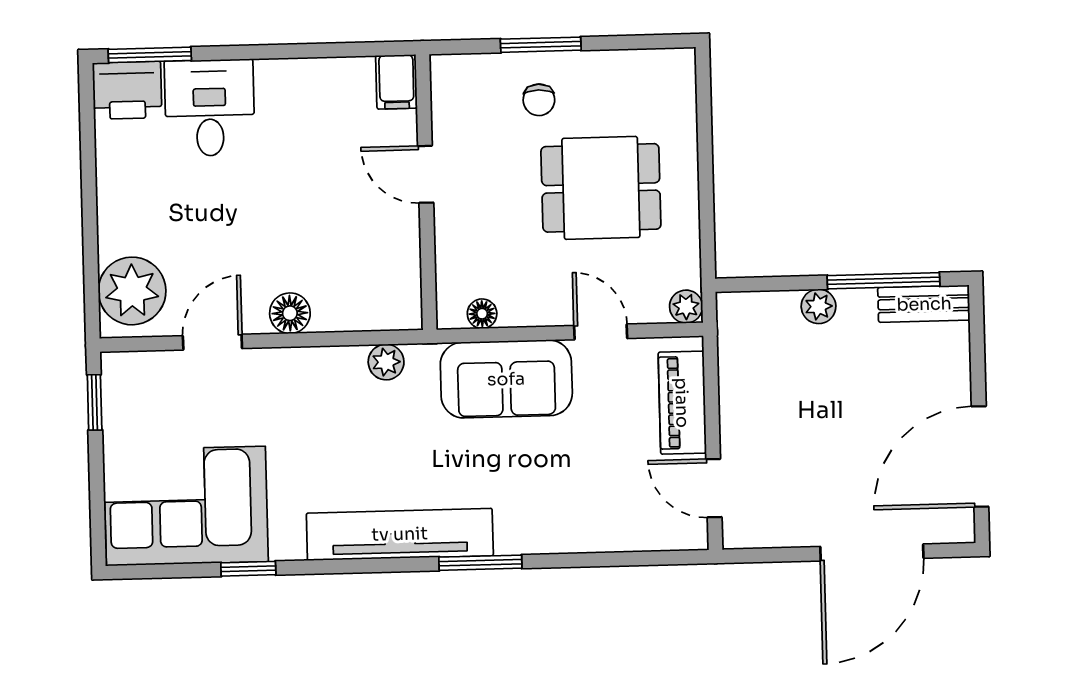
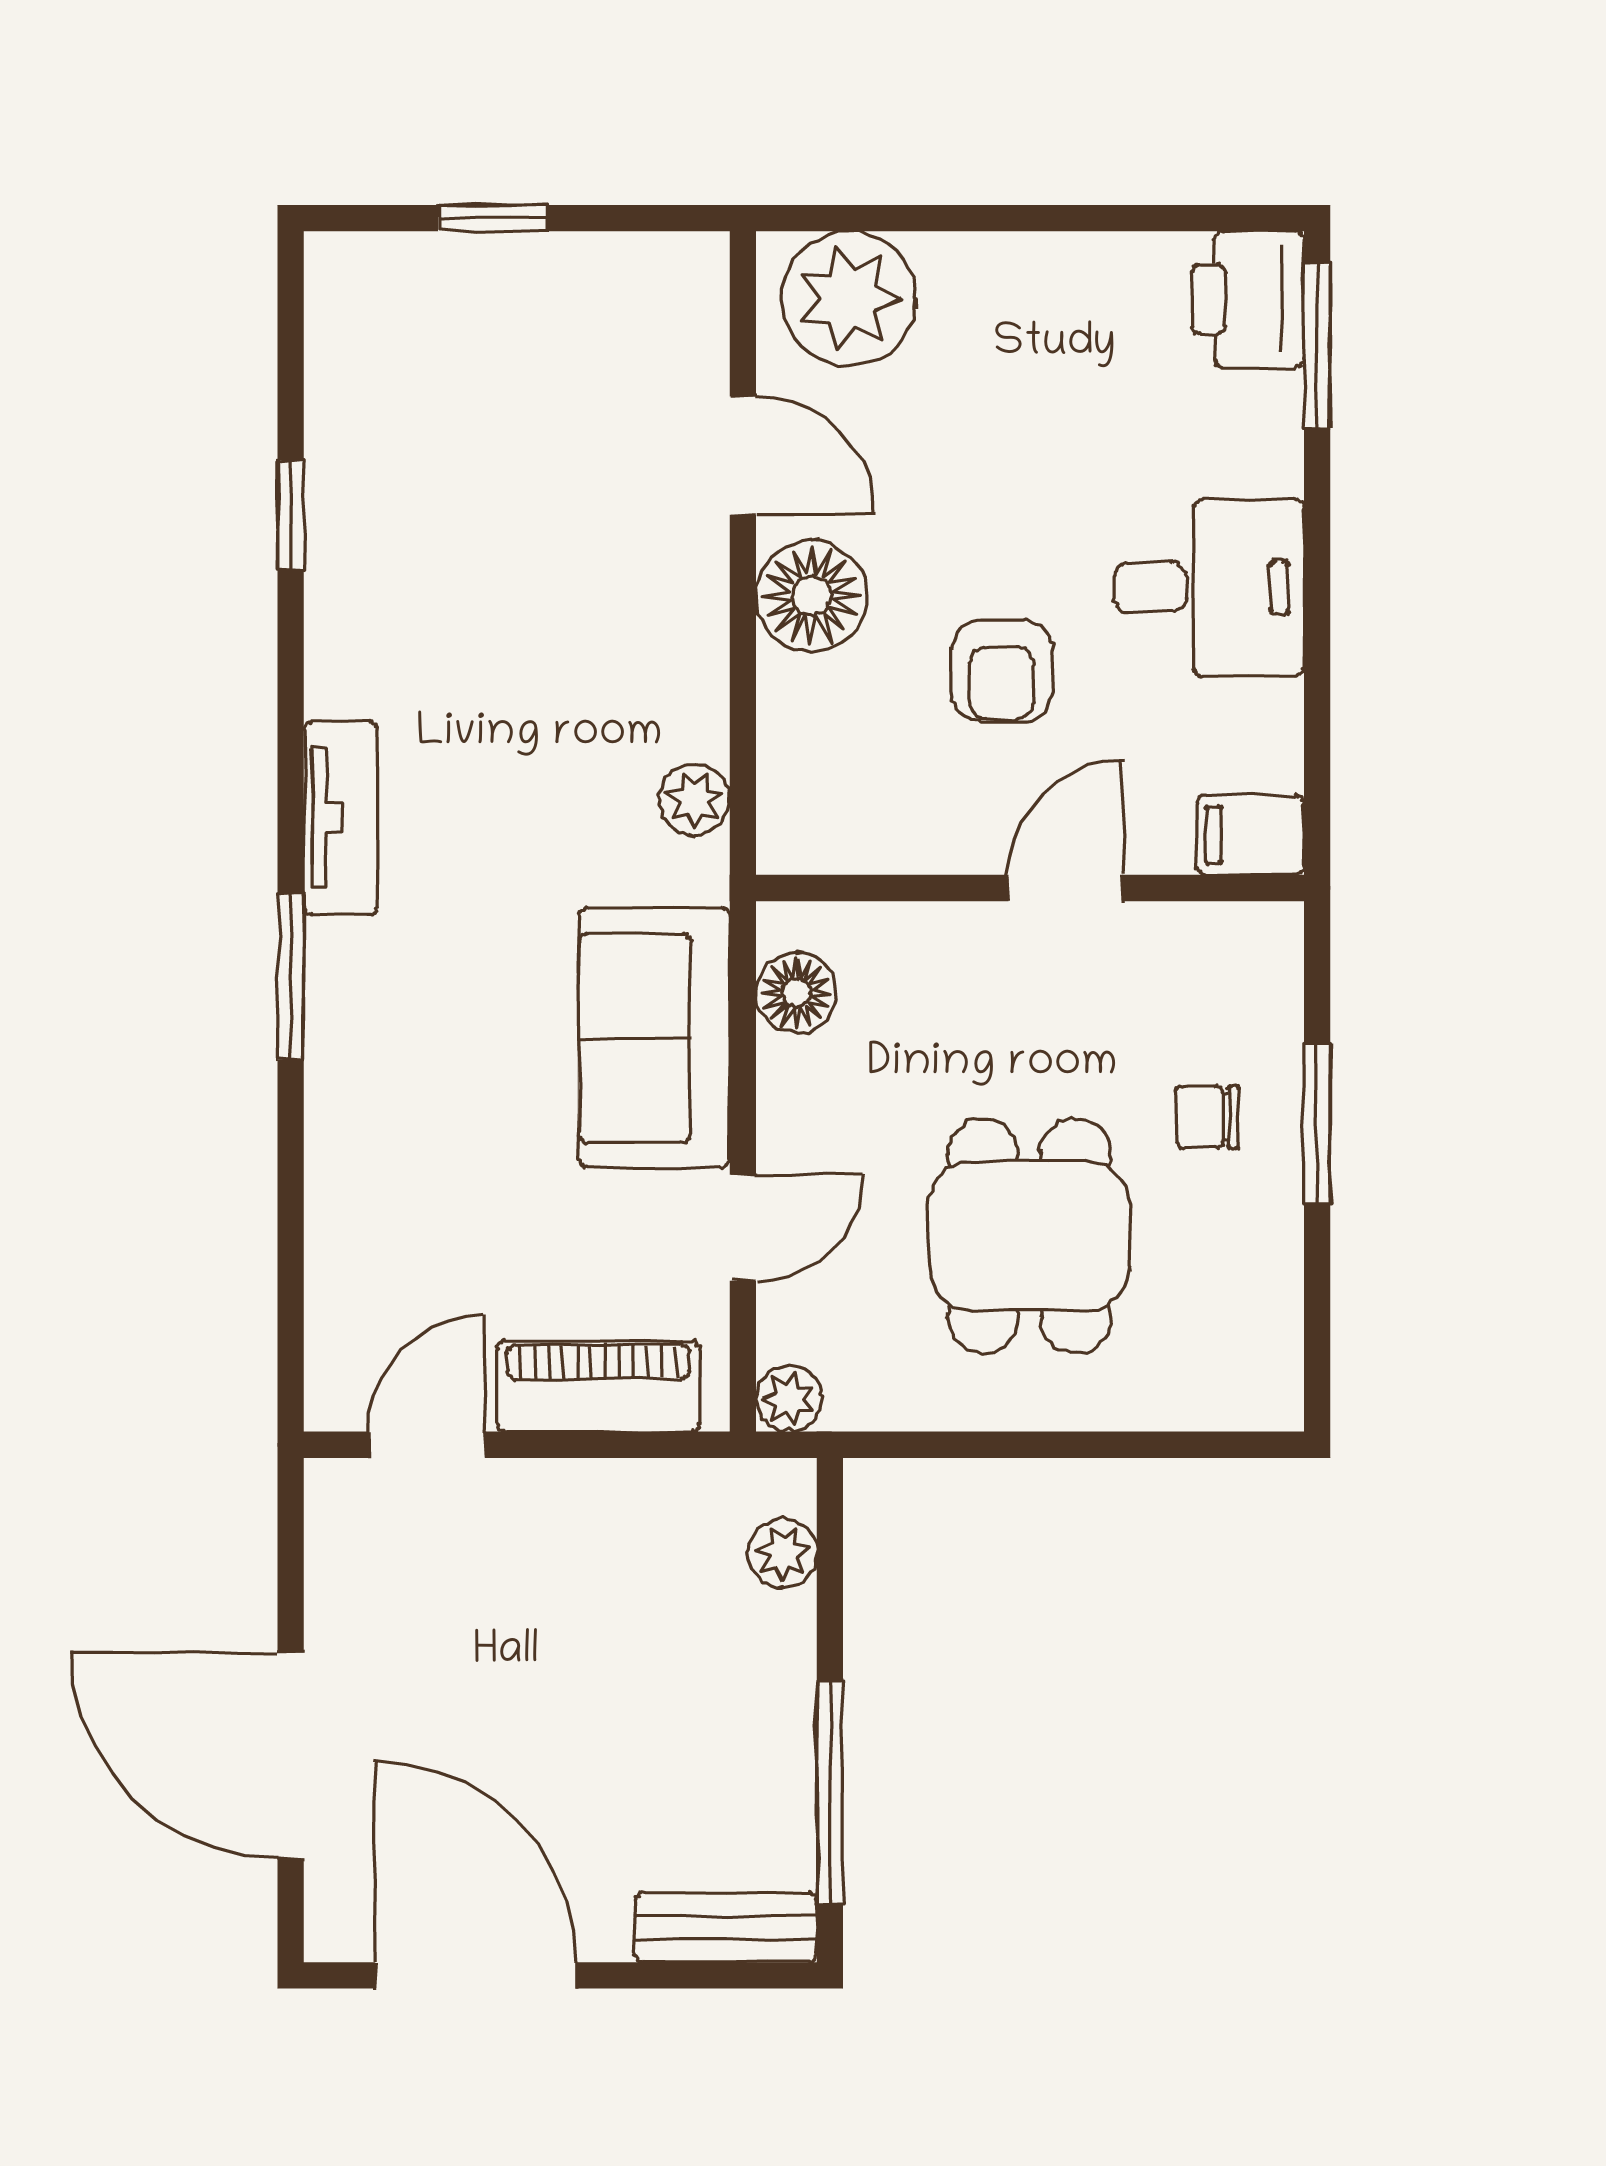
desk: (210, 108) -> (1209, 587), moved
armchair: (317, 209) -> (1002, 671), added
bench: (924, 304) -> (726, 1928), moved, turned 90
plant: (819, 306) -> (783, 1553), moved
floor lamp: (290, 313) -> (811, 596), width x1.38, depth x1.38
floor lamp: (482, 314) -> (796, 993), width x1.37, depth x1.37
window: (95, 402) -> (493, 218), moved
corner sofa: (186, 506) -> (419, 394), removed
tv unit: (400, 534) -> (340, 818), width x0.52, depth x0.78

